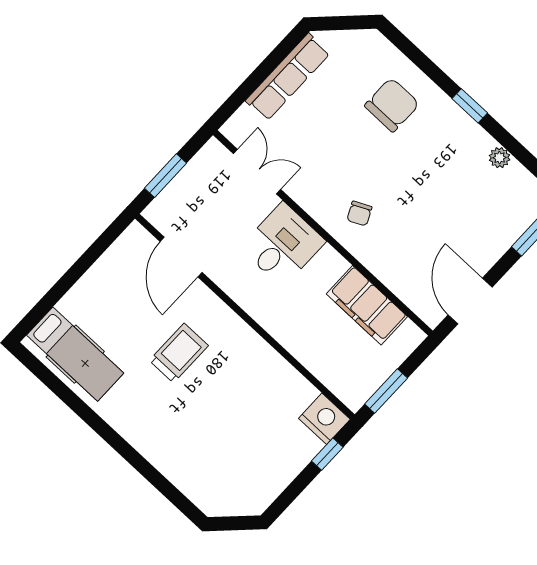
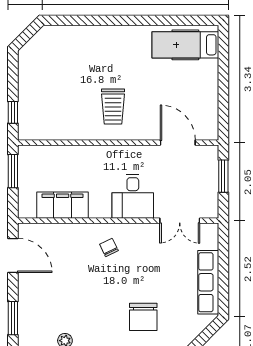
trolley: (179, 353) -> (113, 107), moved
nightstand: (324, 419) -> (31, 129), removed

